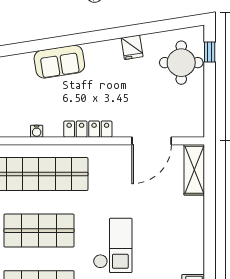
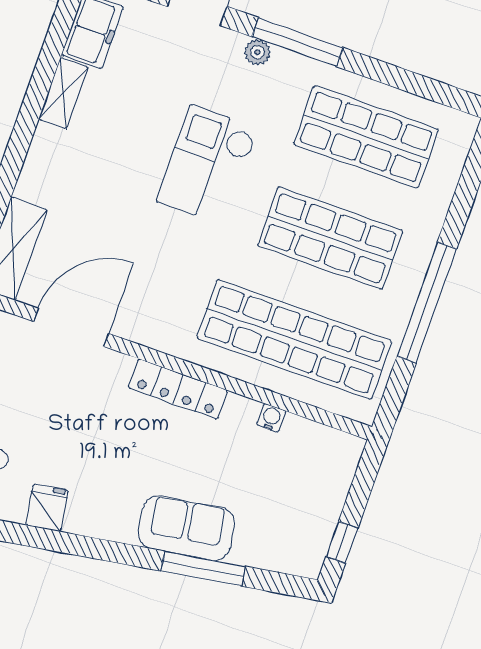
window: (44, 44) -> (203, 569), added
shelving: (197, 256) -> (63, 93), added

